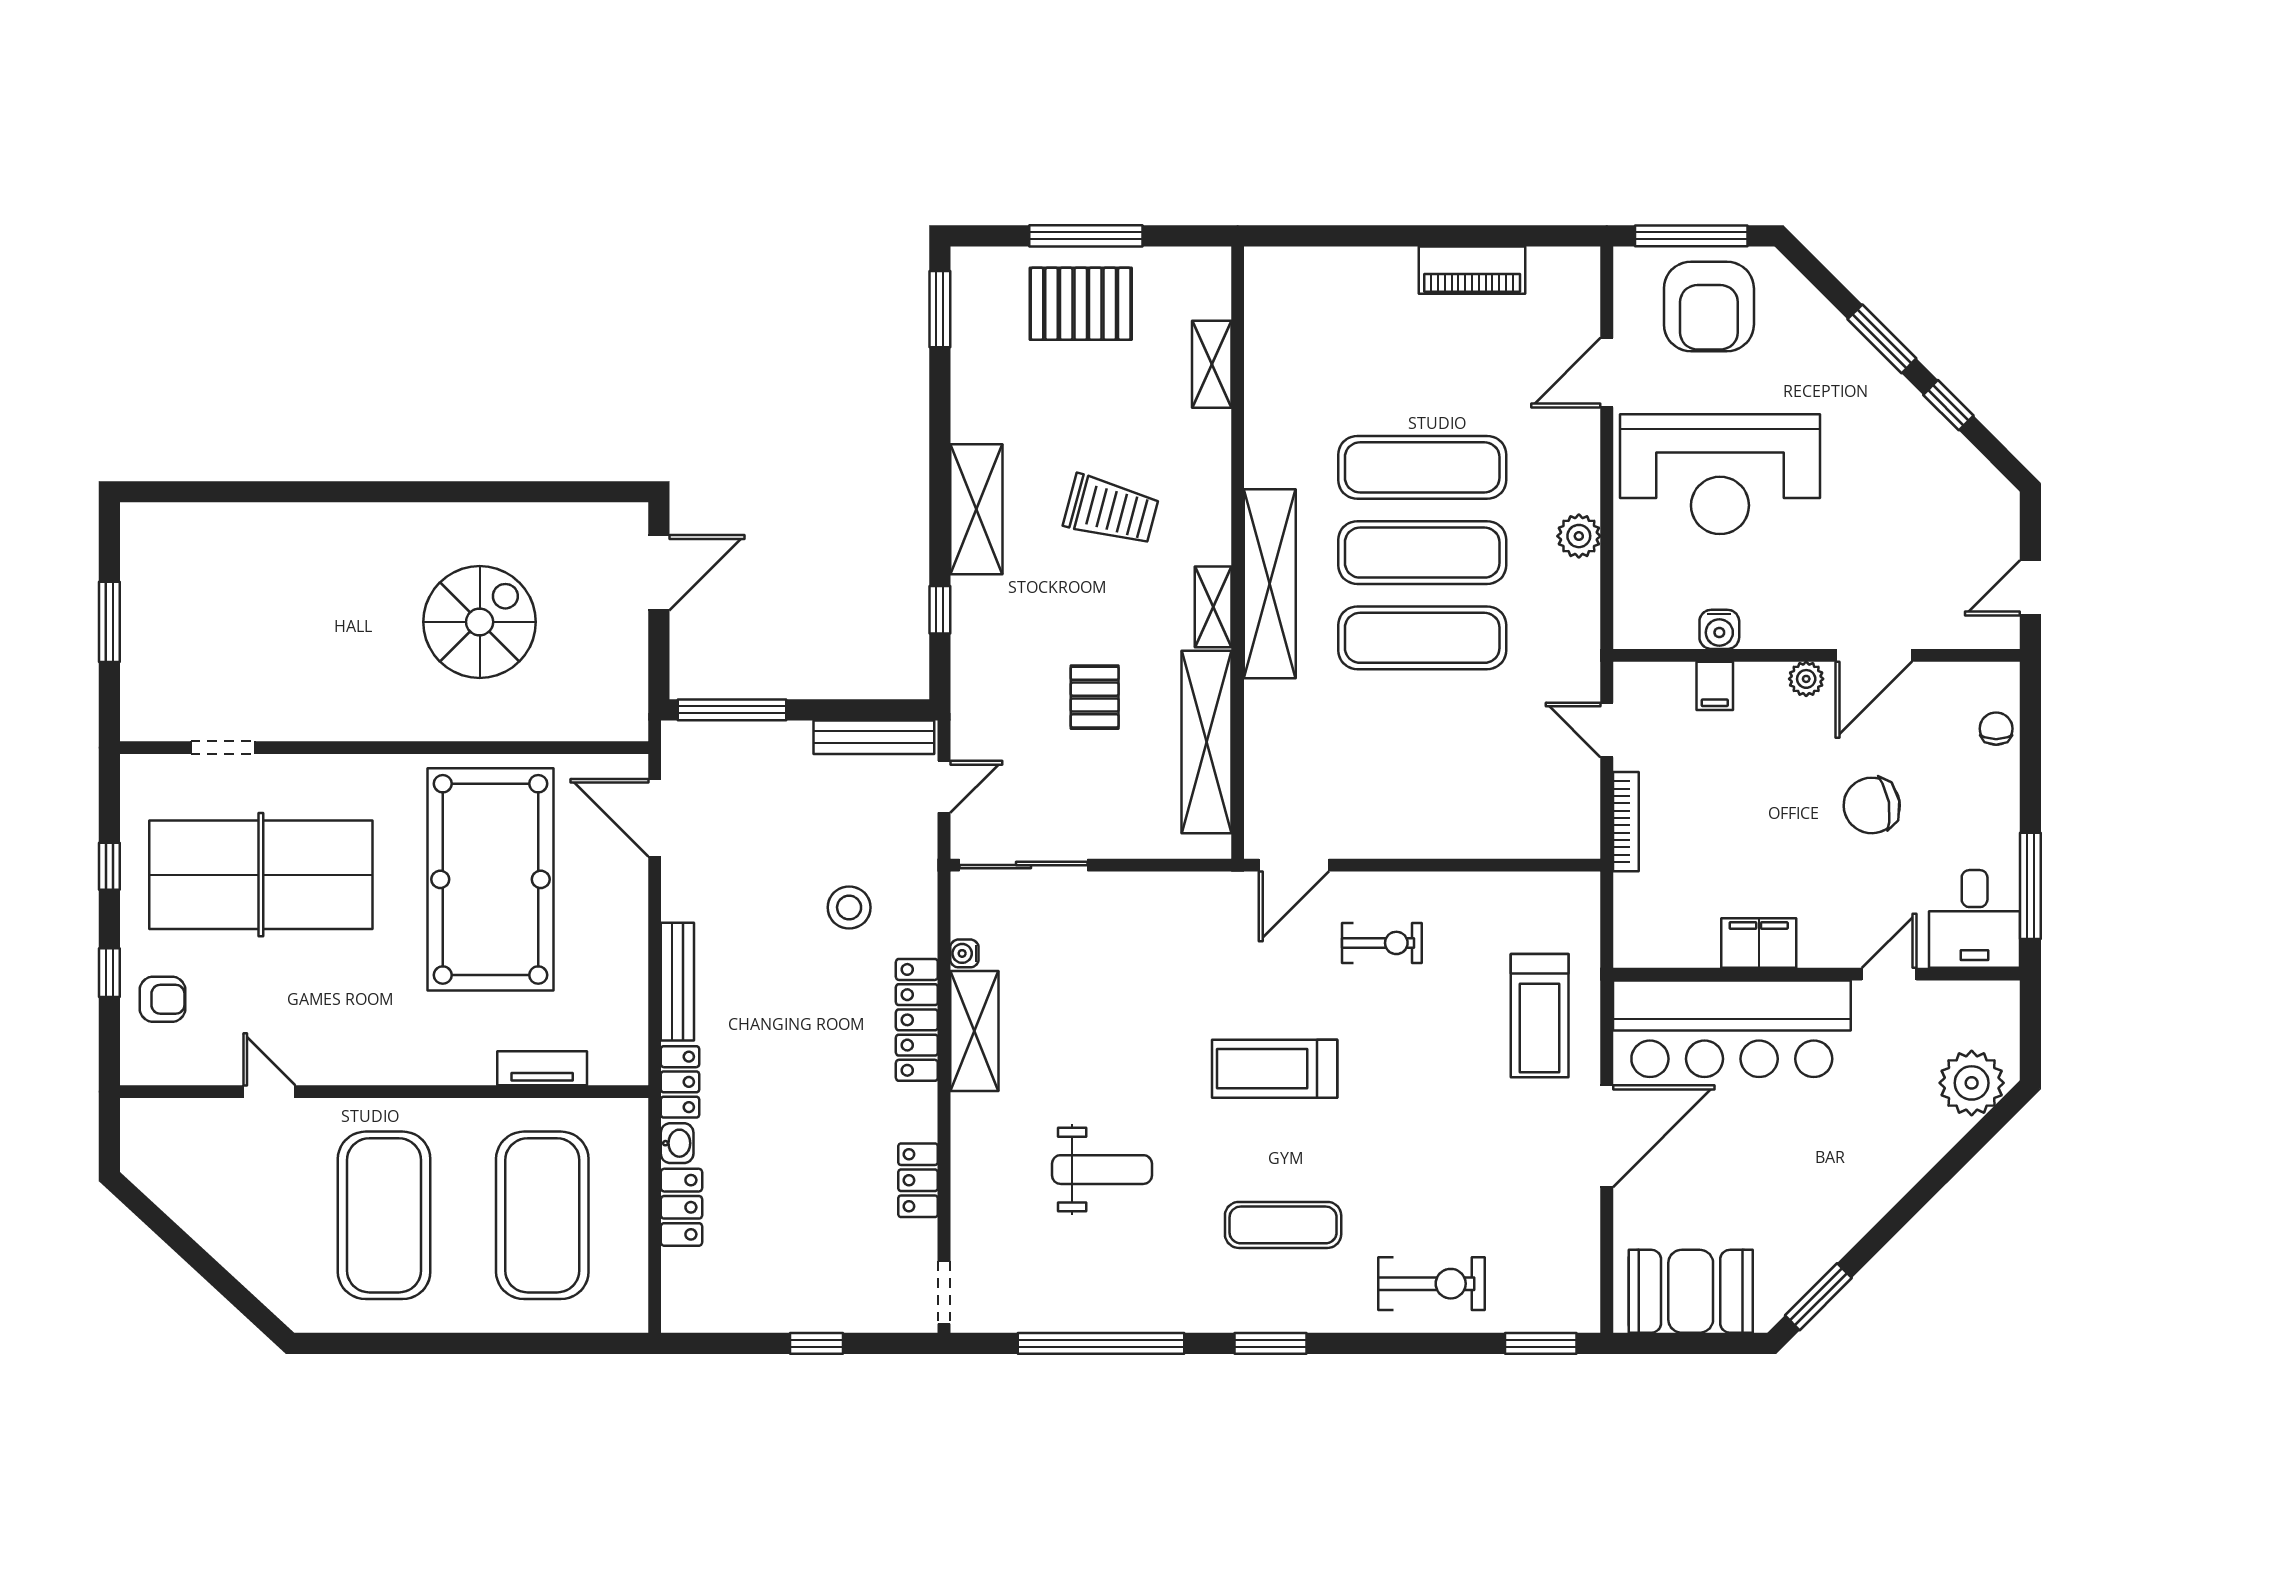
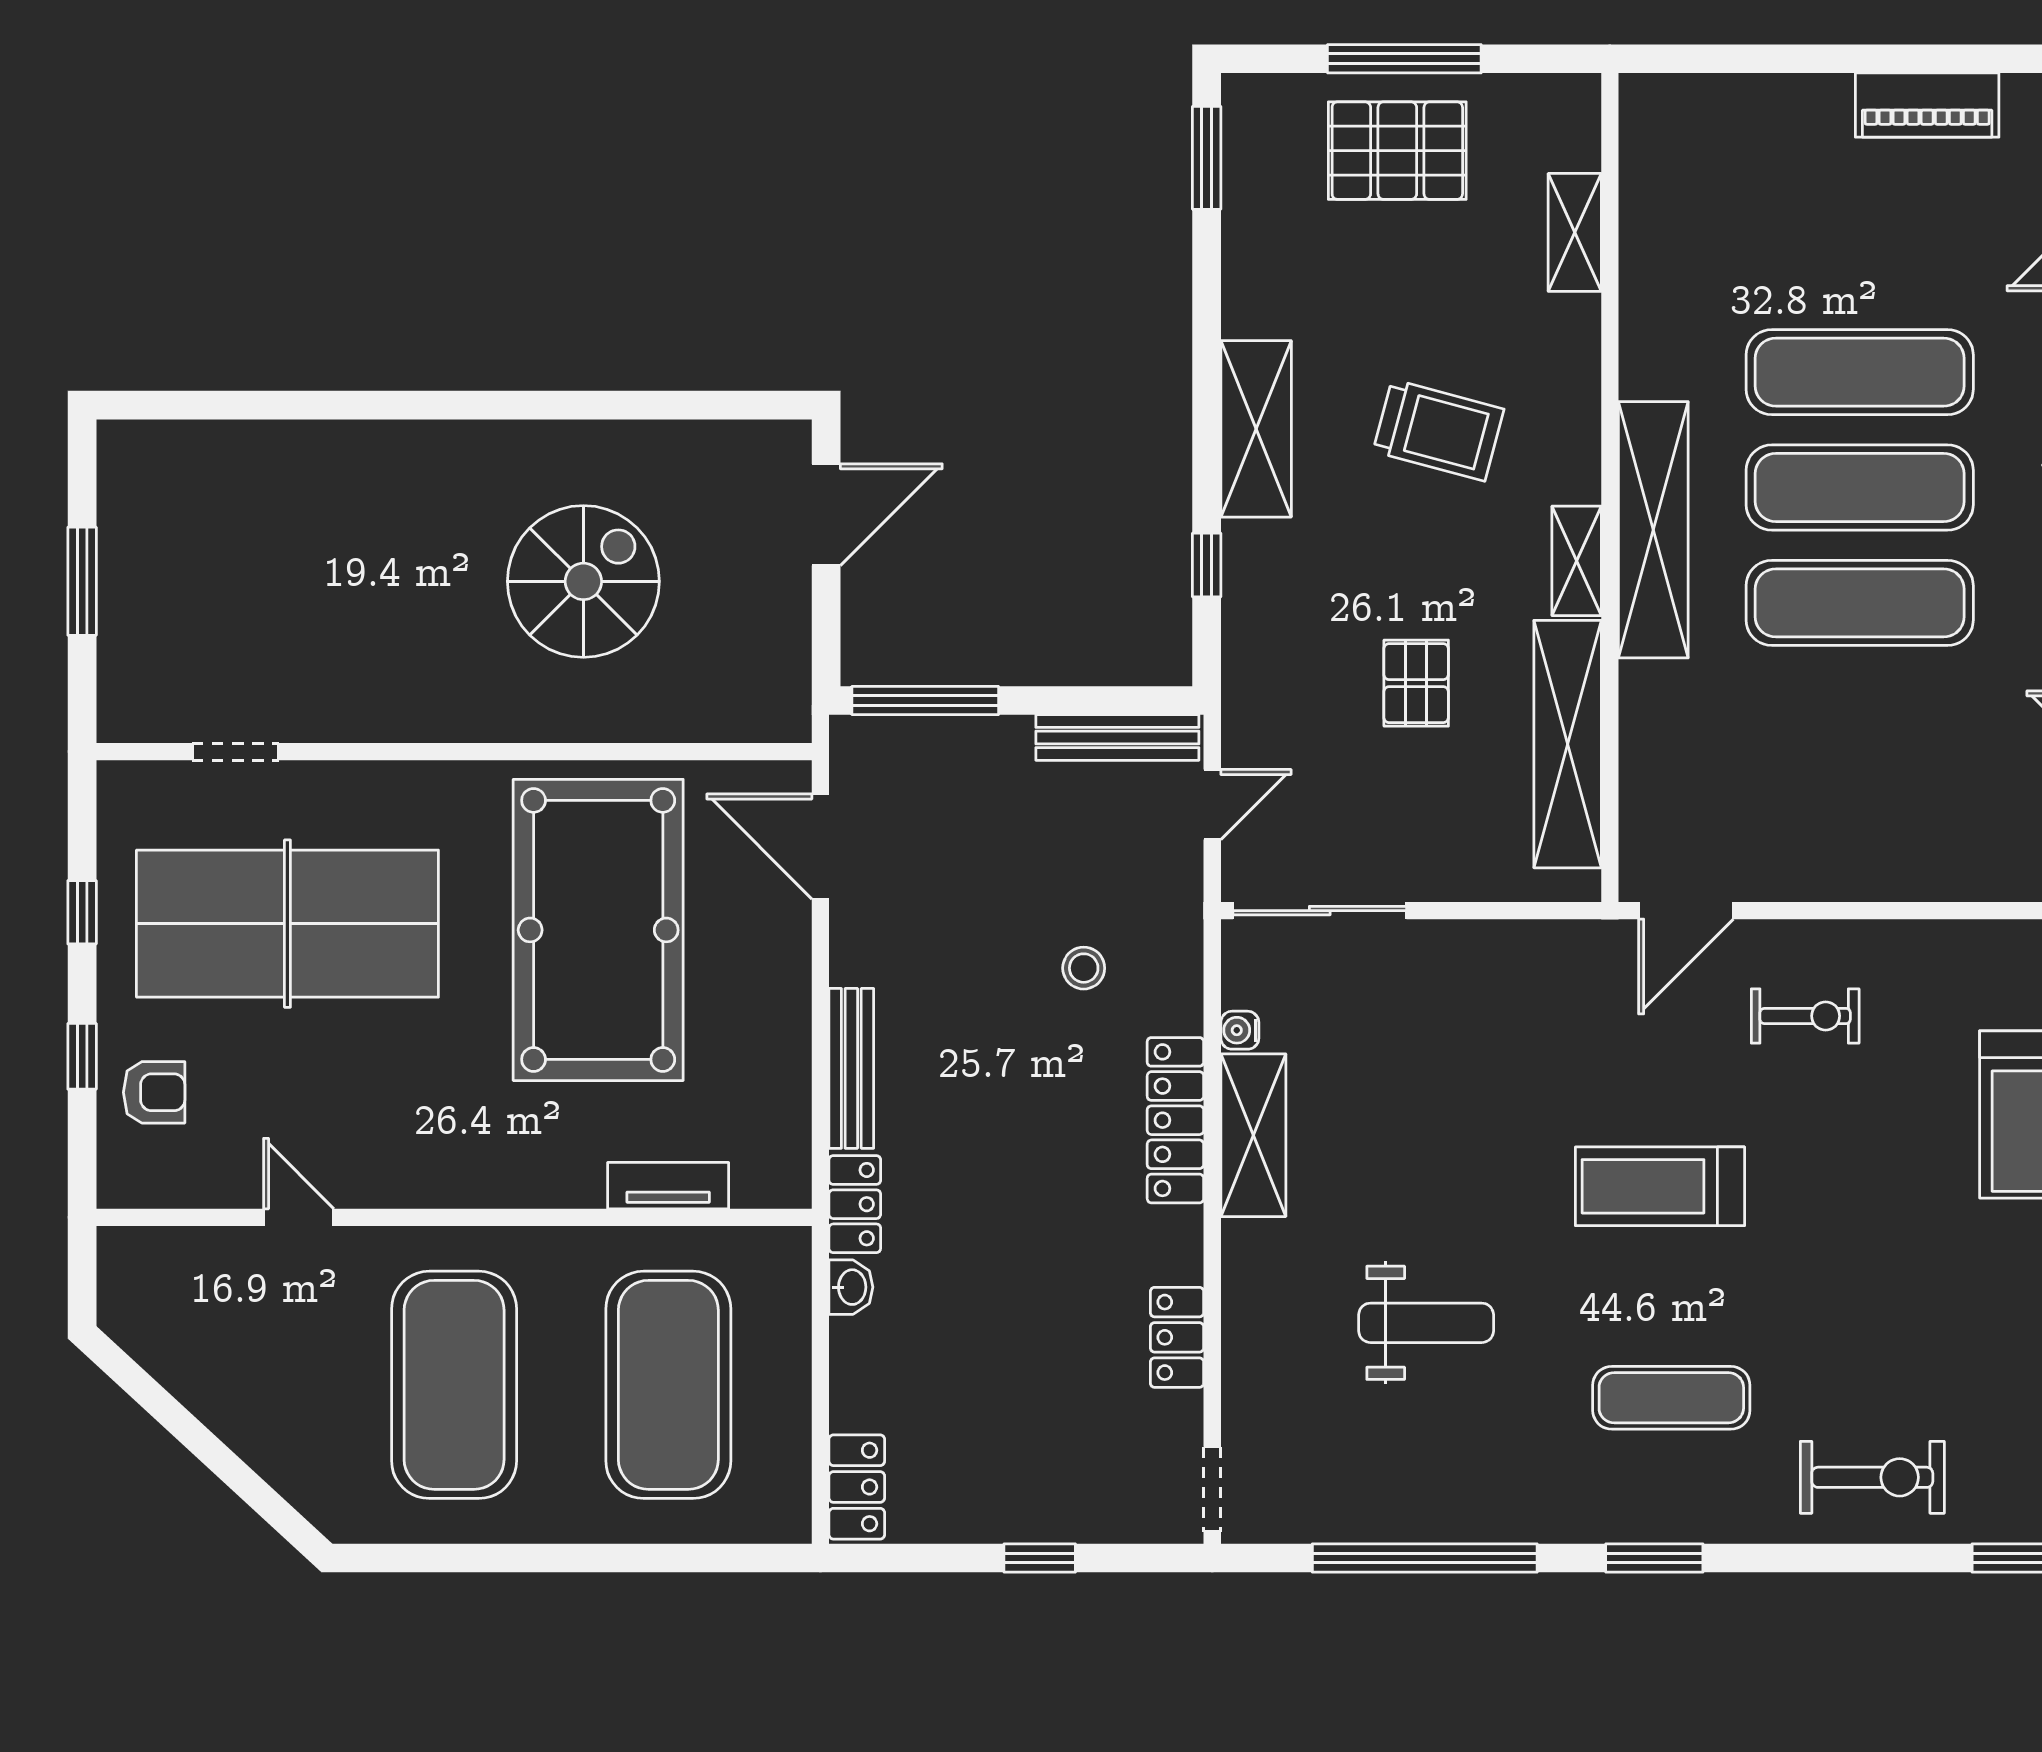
stool: (849, 907) -> (1084, 968), width x0.73, depth x0.73
locker: (681, 1207) -> (857, 1487), moved

